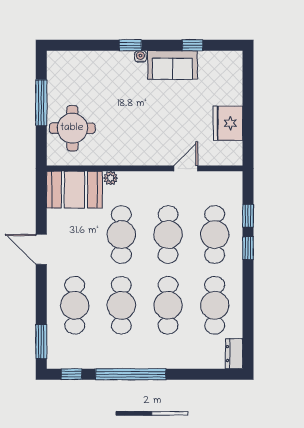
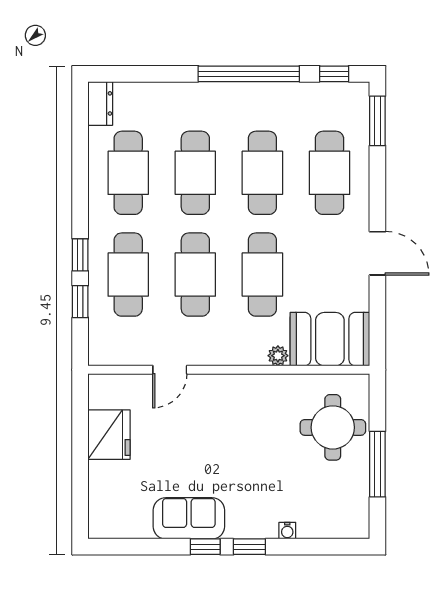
window: (192, 45) -> (205, 547), moved
water cooler: (140, 56) -> (287, 531), moved

